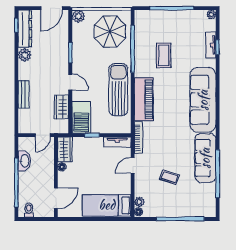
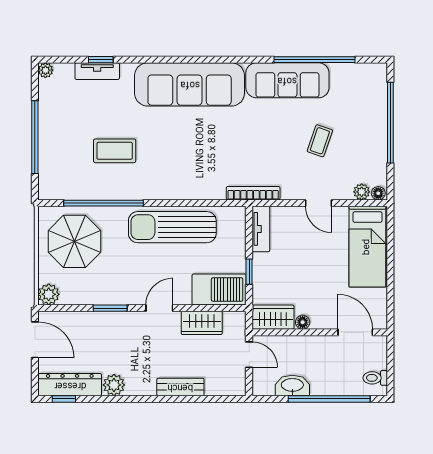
piano: (144, 99) -> (189, 184), removed
door: (133, 165) -> (318, 203), moved

